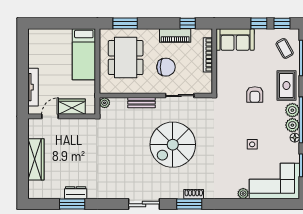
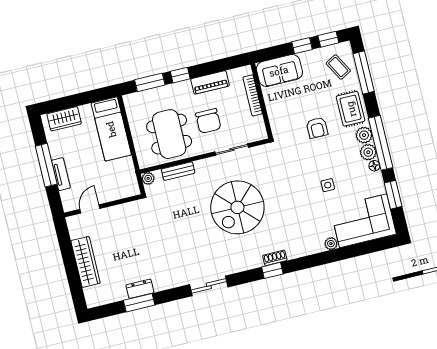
window: (188, 23) -> (180, 75), moved
dining table: (126, 58) -> (169, 134), moved
chair: (166, 67) -> (208, 121), turned 90
window: (23, 71) -> (46, 165), added
tv unit: (33, 87) -> (61, 174), width x0.71
bench: (142, 103) -> (178, 171), moved
wardrobe: (72, 107) -> (64, 119), moved, turned 180
sliding door: (144, 204) -> (209, 286), moved
window: (189, 204) -> (272, 270), width x0.67

